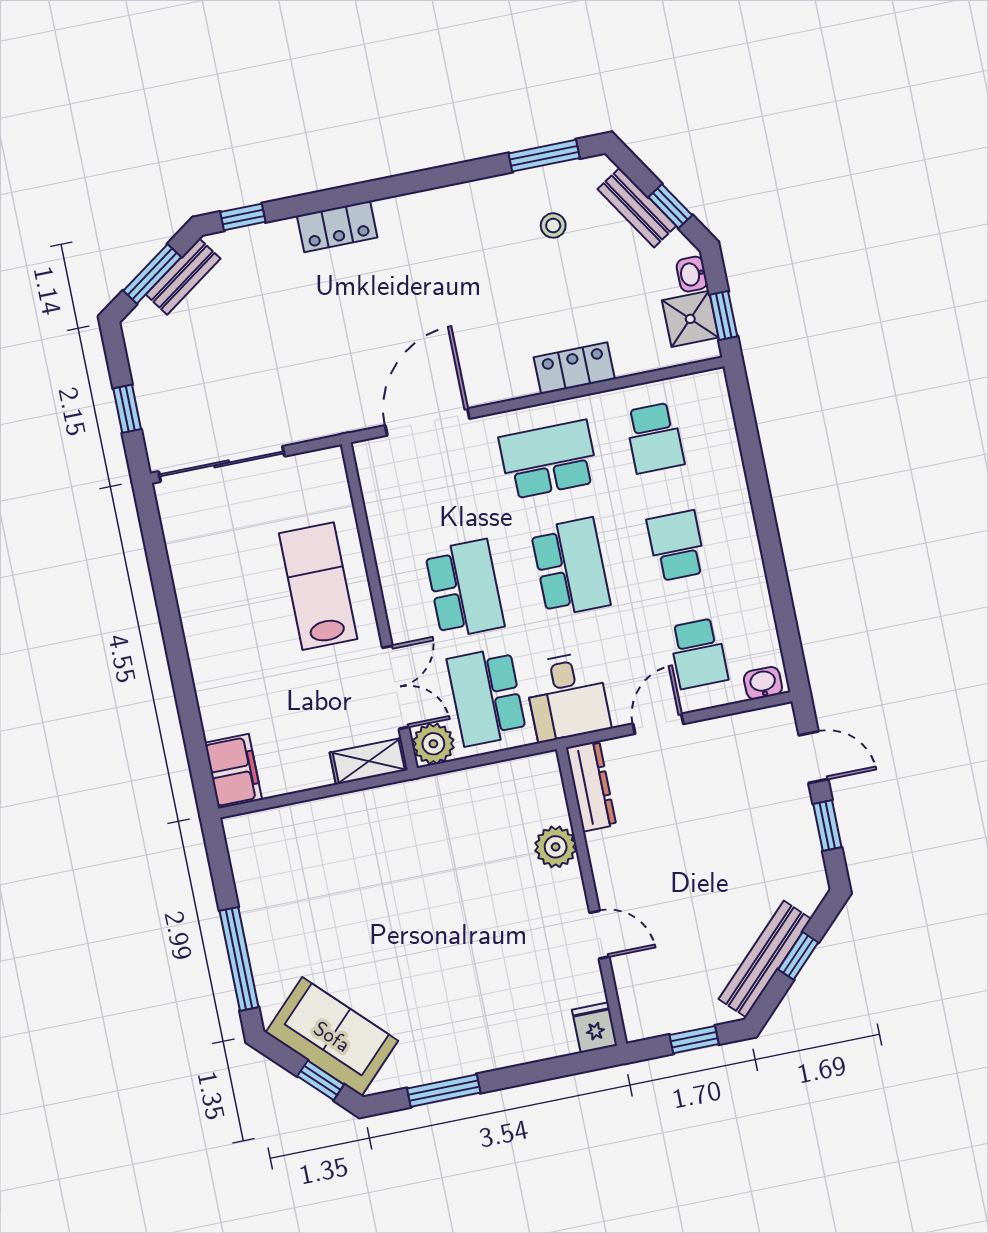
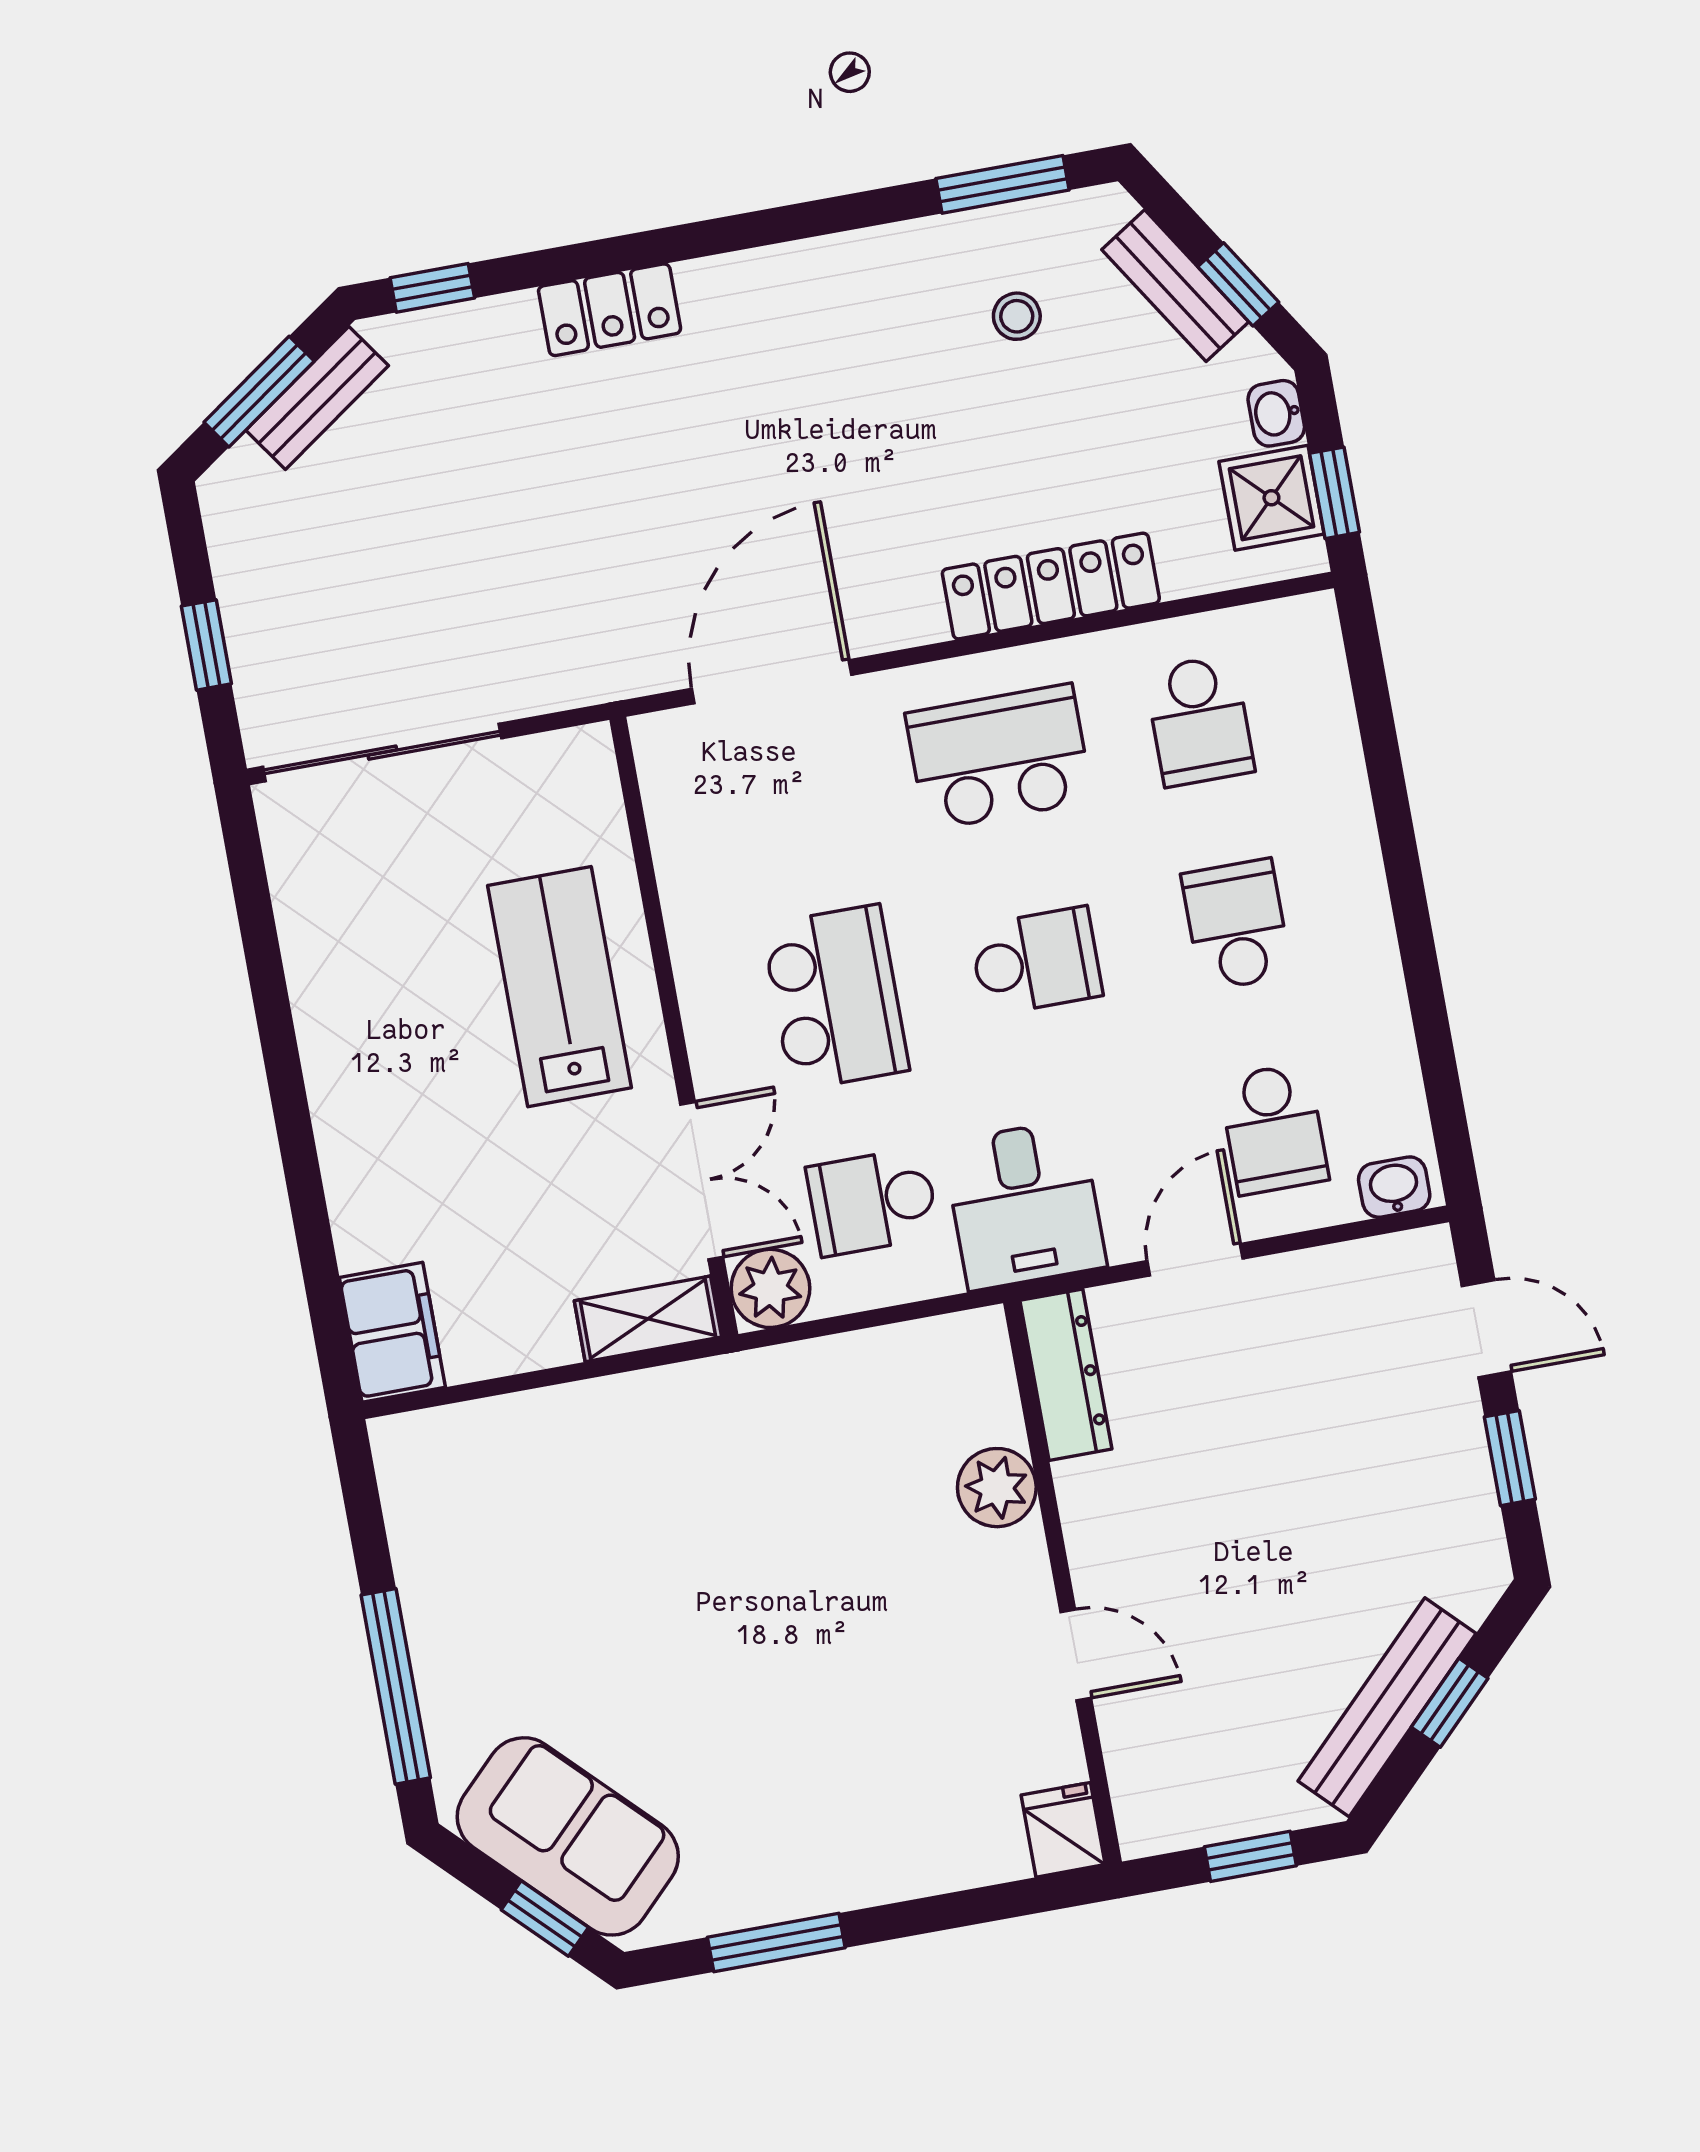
locker: (574, 368) -> (1051, 586), width x1.53
school desk: (571, 567) -> (1036, 961), width x0.54
school desk: (487, 697) -> (873, 1202), width x0.54

